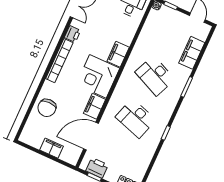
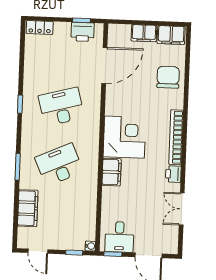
desk: (155, 76) -> (59, 165), turned -48
filing cabinet: (95, 106) -> (171, 35), moved, turned 90
desk: (136, 118) -> (61, 107), turned -33

